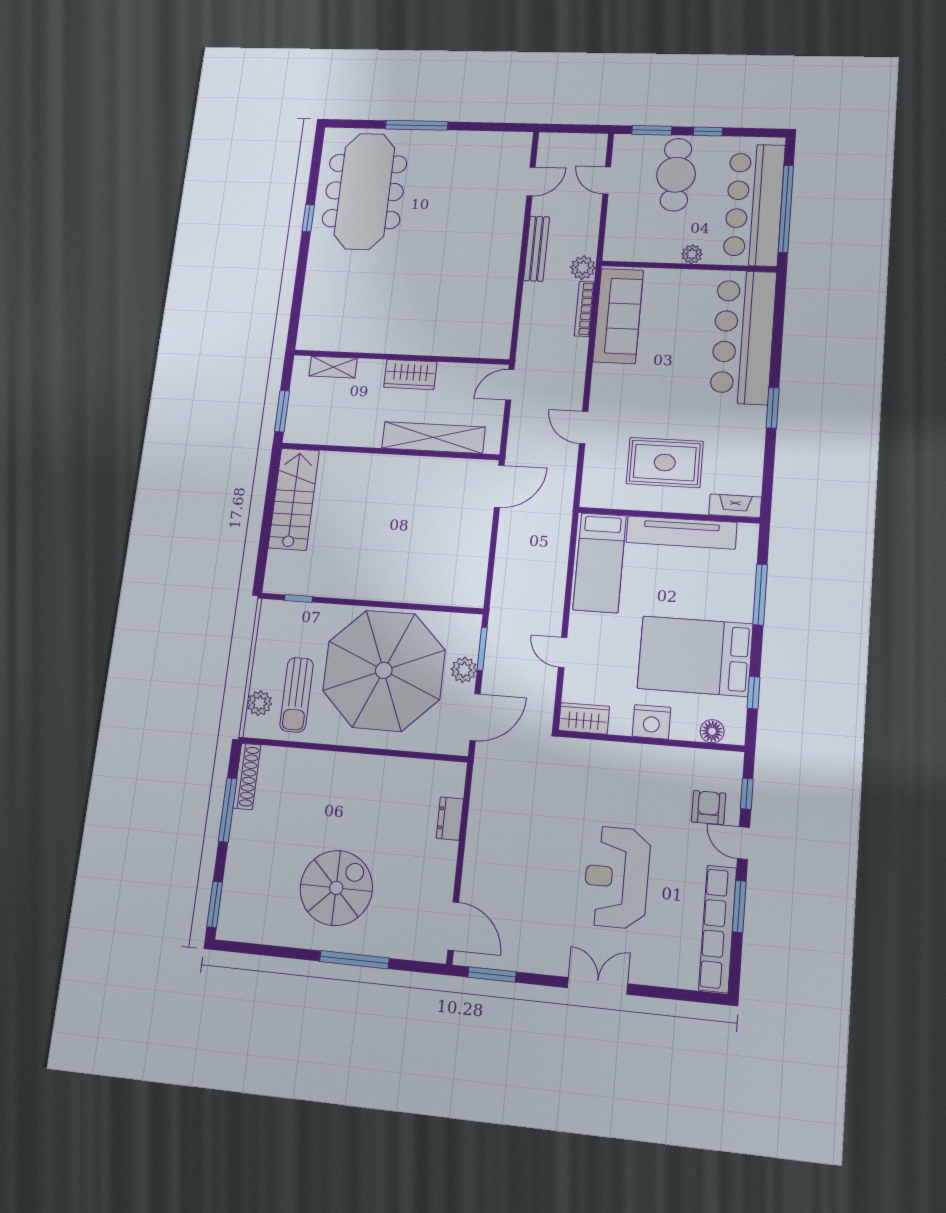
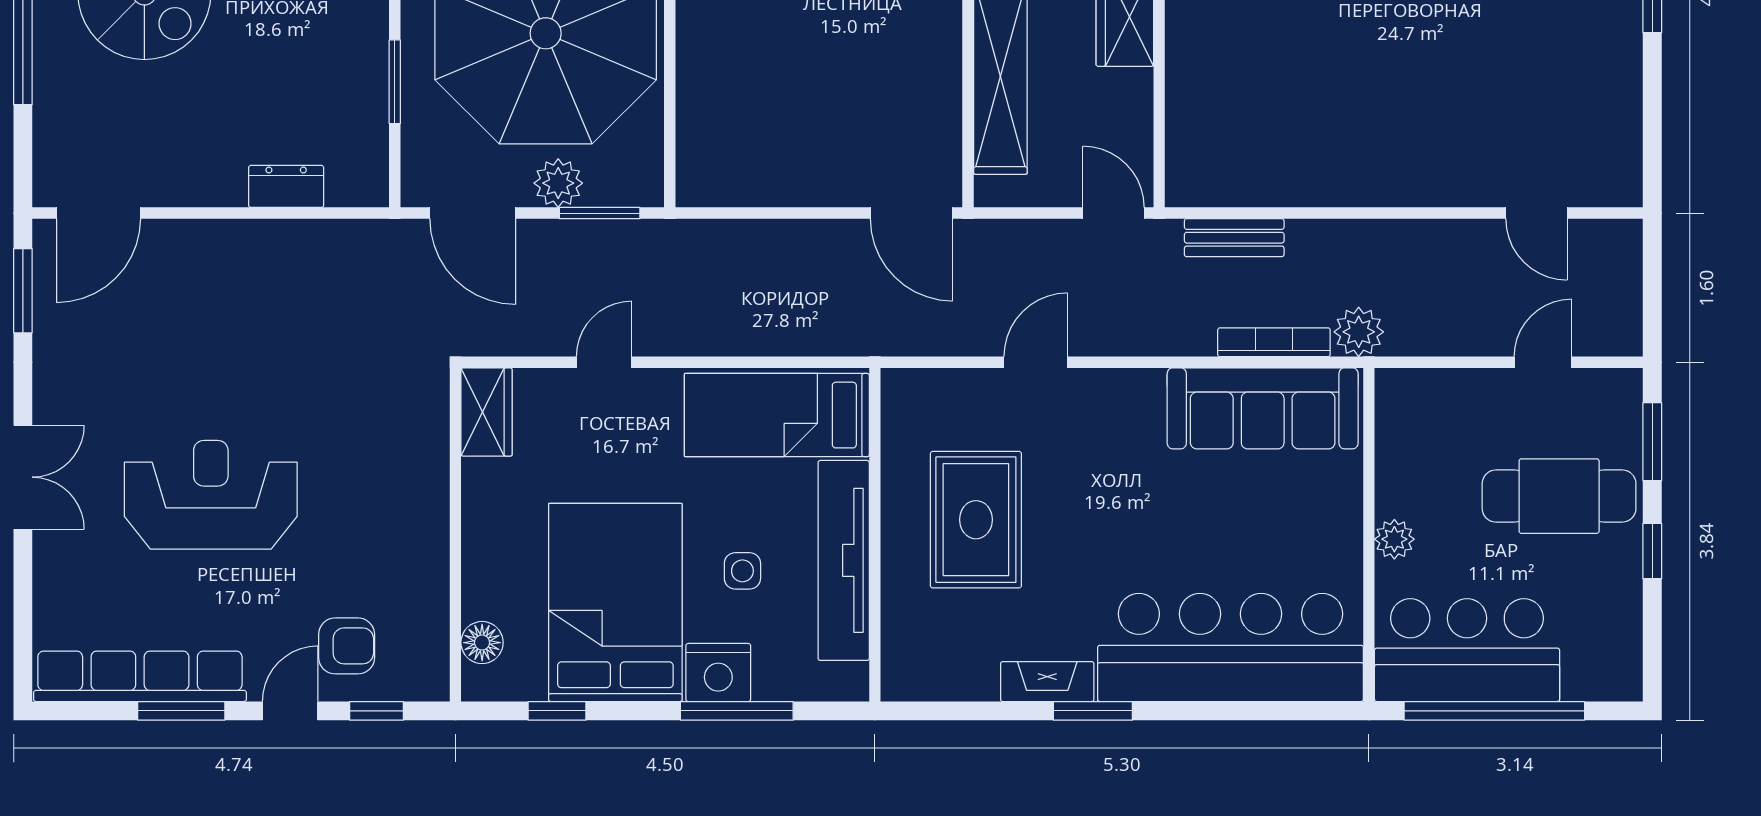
bar counter: (754, 205) -> (1467, 650), width x0.73
bench: (537, 249) -> (1234, 238), moved, width x0.73
fireplace: (735, 506) -> (1047, 682), moved, turned -90
side table: (683, 586) -> (742, 571), added
nightstand: (652, 722) -> (718, 673), moved, turned -90
window: (400, 754) -> (395, 82), added

